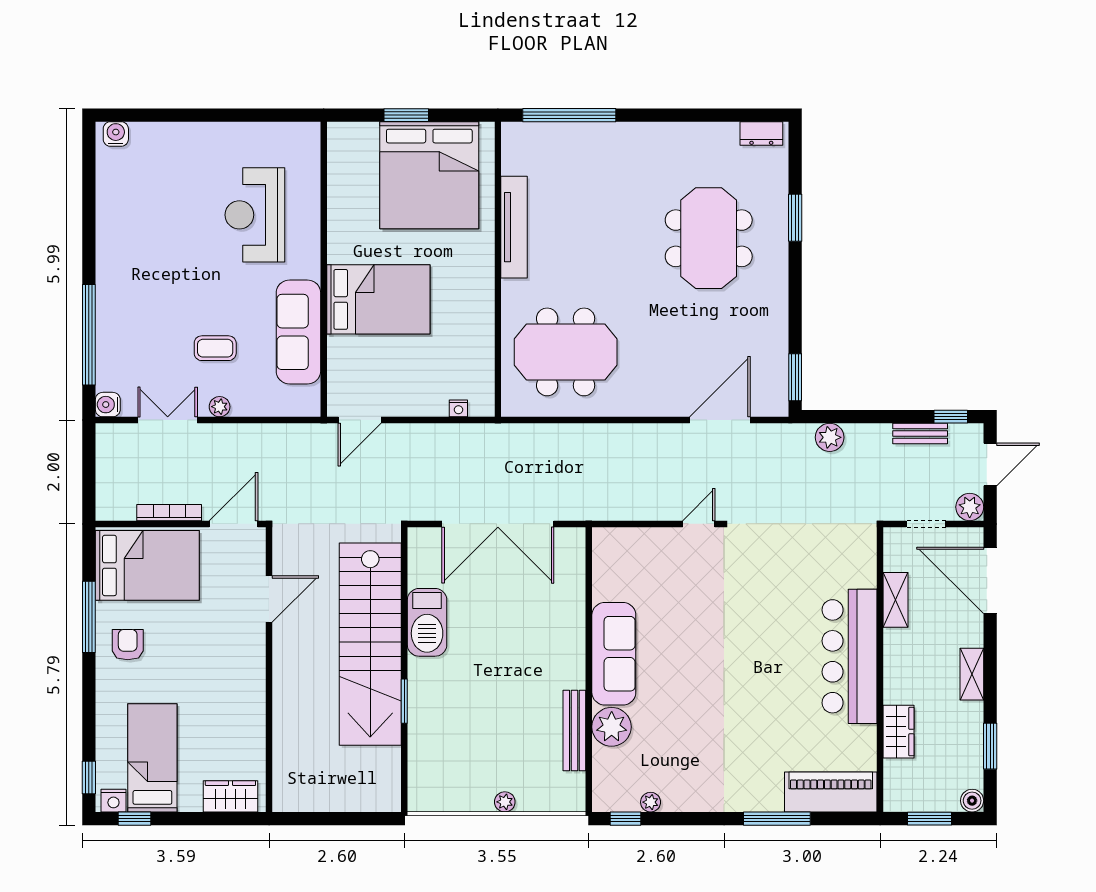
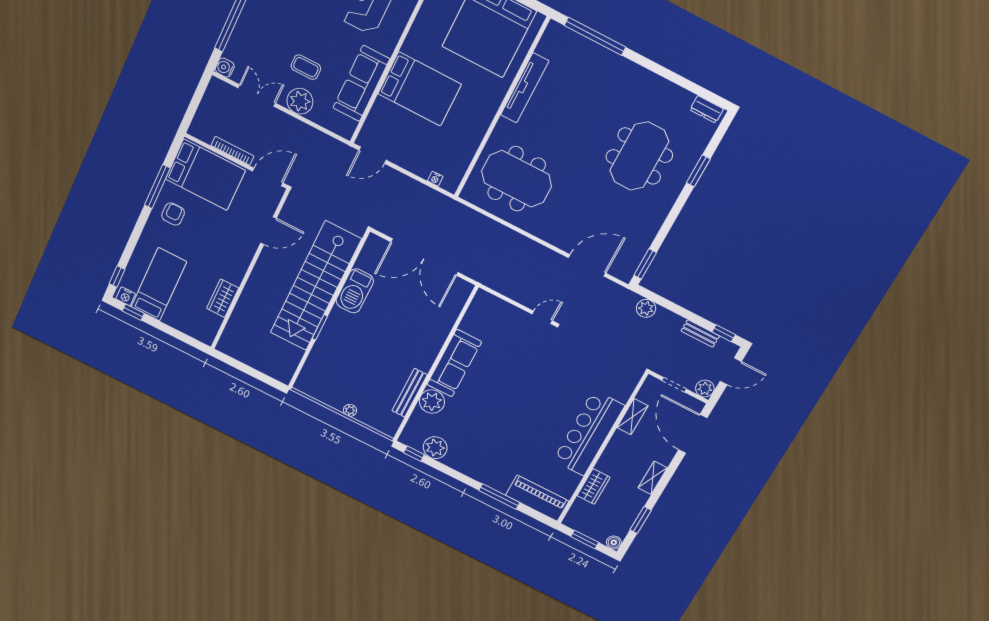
plant: (220, 407) -> (300, 101), width x1.88, depth x1.88
wardrobe: (230, 796) -> (223, 298), moved, turned -90
plant: (651, 802) -> (435, 448), width x1.88, depth x1.88

